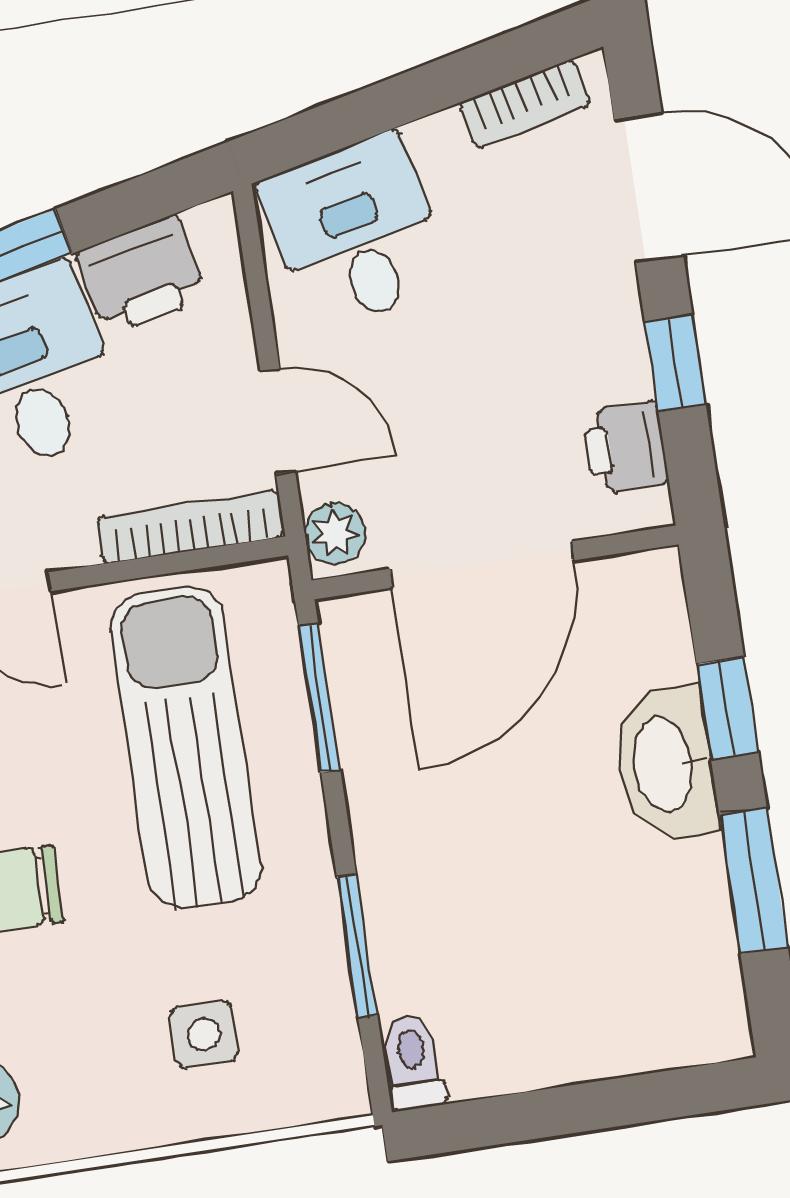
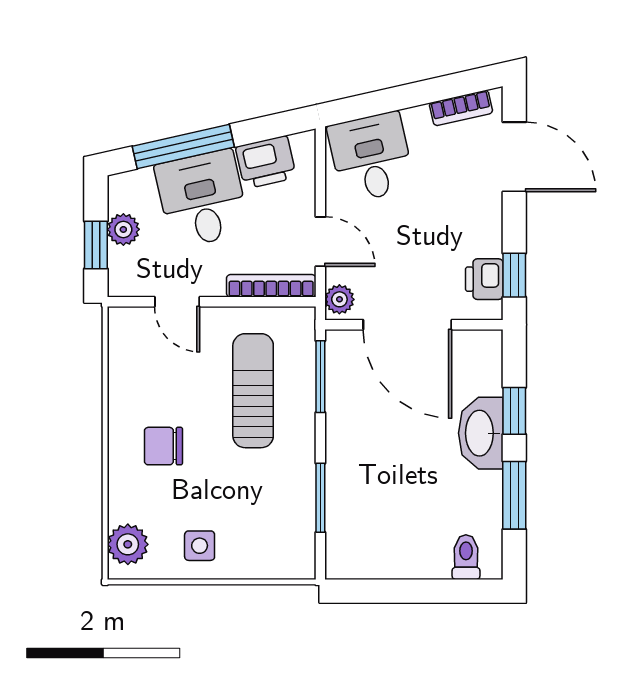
window: (675, 363) -> (514, 275), moved
door: (482, 564) -> (407, 325), hinge flipped
sun lounger: (186, 748) -> (253, 391), width x0.73, depth x0.75
side table: (204, 1034) -> (200, 546), moved
toilet: (413, 1062) -> (466, 557), moved

